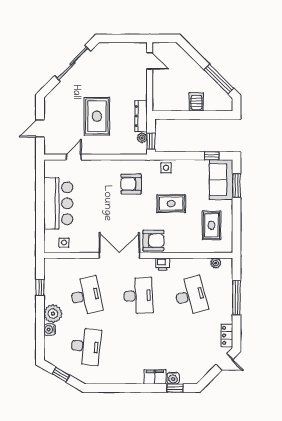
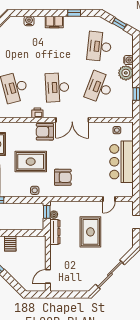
door: (150, 61) -> (48, 276), hinge flipped
rug: (171, 204) -> (31, 162), width x1.36, depth x1.43
desk: (86, 296) -> (99, 87), turned 33
filing cabinet: (155, 377) -> (54, 22), moved
window: (175, 388) -> (74, 13), moved

